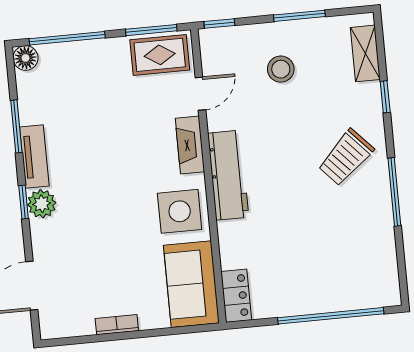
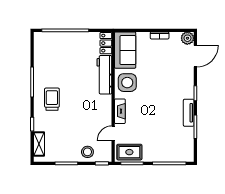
floor lamp: (26, 58) -> (188, 156), removed
stool: (281, 69) -> (87, 152), moved
trolley: (346, 157) -> (52, 99), turned -47
workbench: (228, 175) -> (104, 75), moved
plant: (42, 204) -> (187, 38), moved

